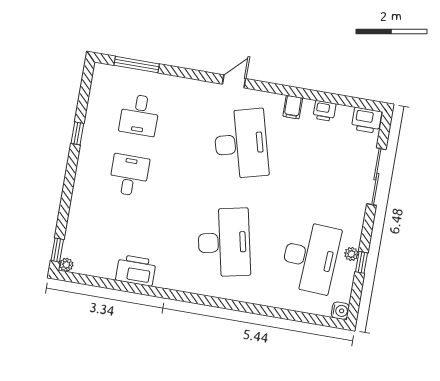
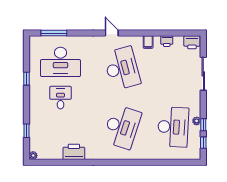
door: (234, 81) -> (112, 33), hinge flipped
desk: (139, 115) -> (60, 62), width x1.87, depth x1.30
desk: (224, 242) -> (122, 127), turned 30
window: (57, 250) -> (27, 131), moved
window: (356, 292) -> (203, 143), added
water cooler: (340, 311) -> (196, 155), removed

